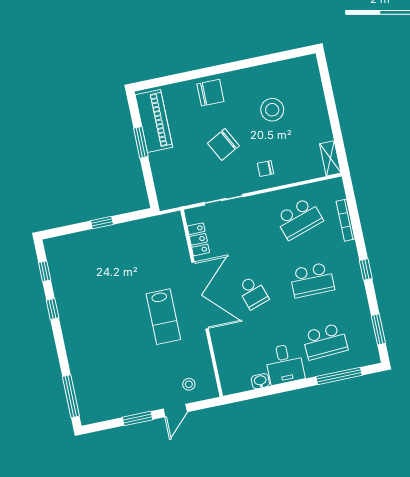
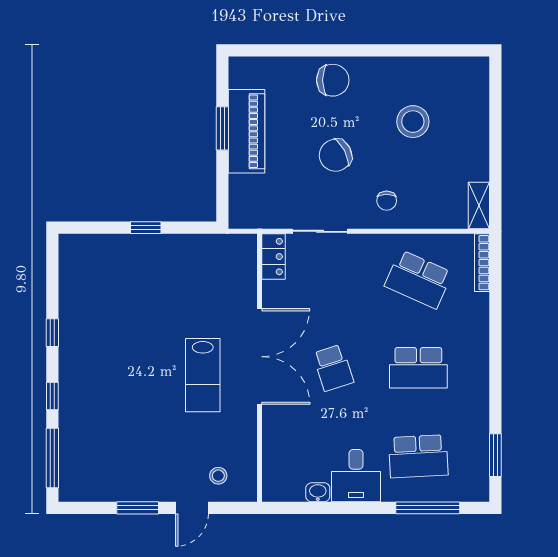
piano: (154, 121) -> (247, 131), moved
chair: (266, 169) -> (387, 201), turned -90
school desk: (299, 219) -> (418, 279), turned 42
bookcase: (346, 220) -> (482, 263), moved
locker: (198, 239) -> (274, 257), moved
window: (366, 269) -> (495, 369), removed
window: (45, 271) -> (52, 396), moved

